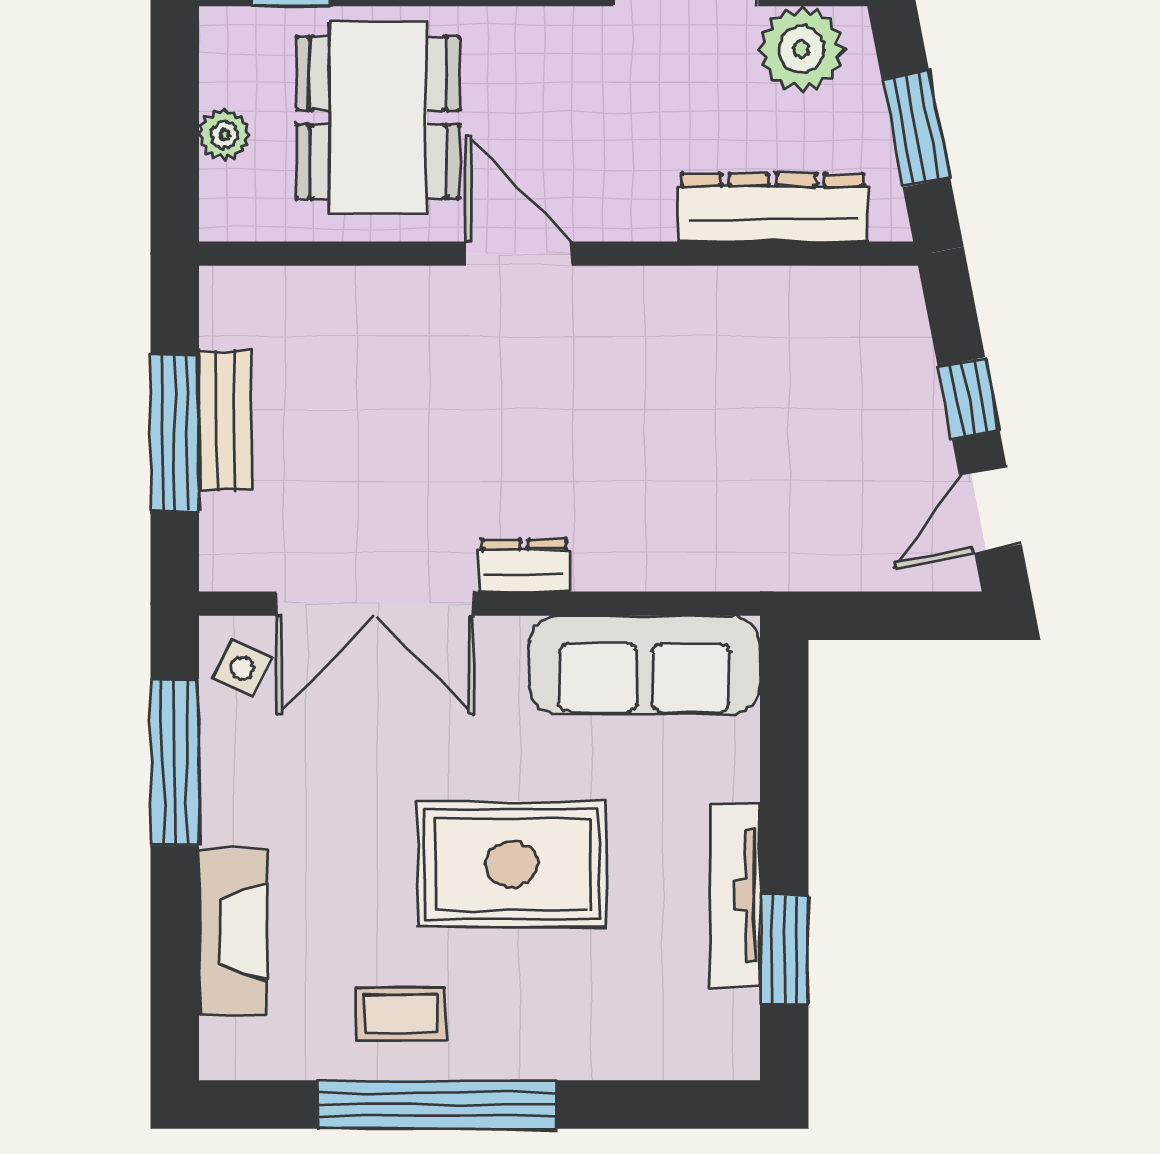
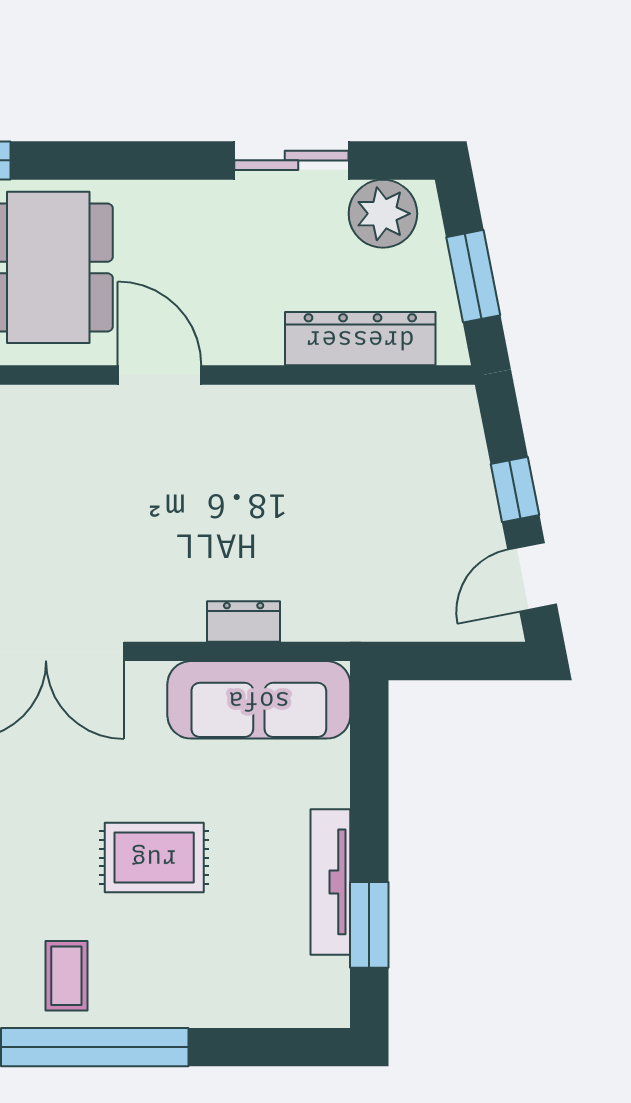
dresser: (524, 566) -> (244, 622), moved
rug: (512, 864) -> (154, 858), width x0.73, depth x0.70
coffee table: (401, 1014) -> (66, 976), turned 90

